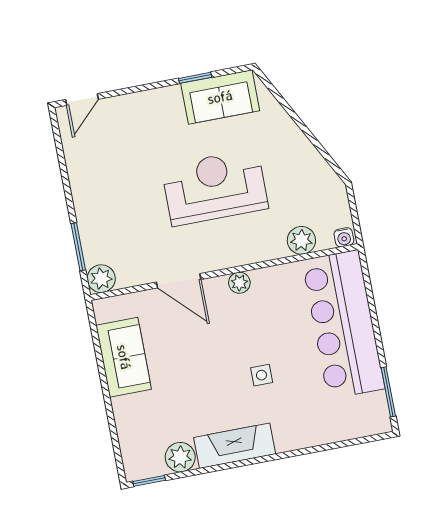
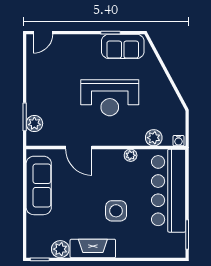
reception desk: (215, 187) -> (110, 98), turned 180
plant: (101, 279) -> (34, 123), moved
plant: (239, 283) -> (131, 155), moved
sofa: (124, 357) -> (39, 185), width x1.36
side table: (262, 375) -> (116, 211), width x1.87, depth x1.87

